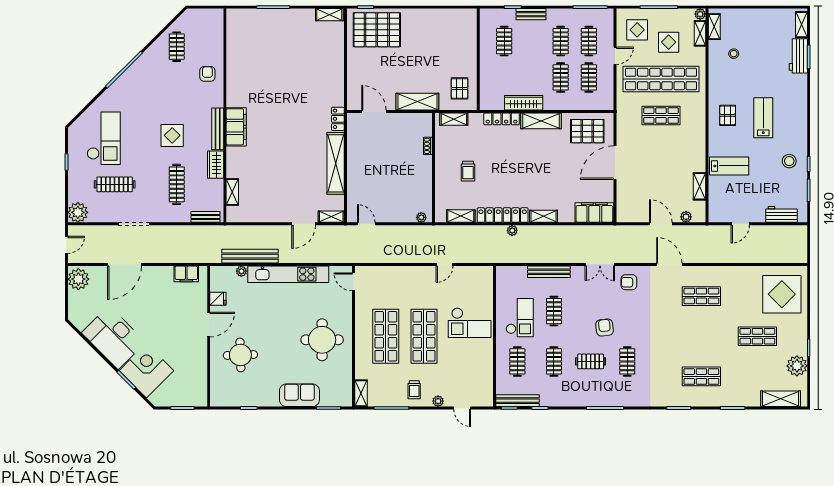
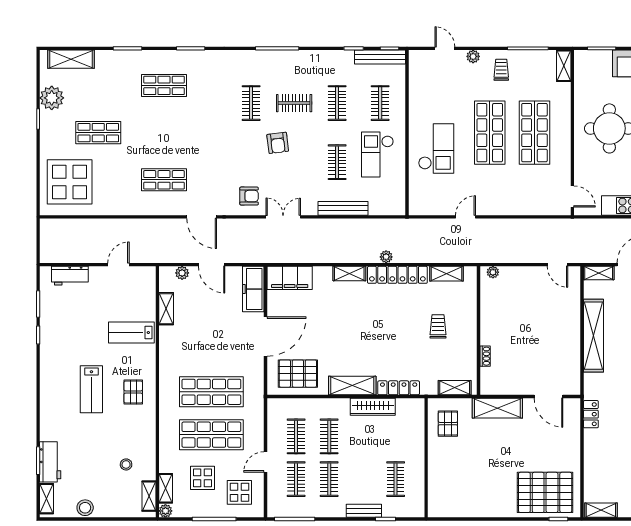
shop shelf: (661, 79) -> (211, 435), width x0.71
shop shelf: (661, 115) -> (211, 392), width x1.43, depth x1.36
locker: (338, 119) -> (591, 414), moved
stool: (789, 161) -> (85, 508), moved
freezer: (625, 203) -> (253, 289), added
checkout: (470, 323) -> (436, 148), turned 90

